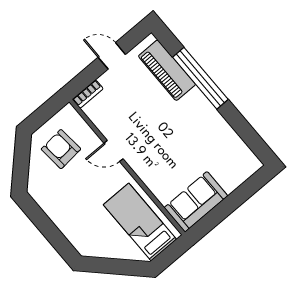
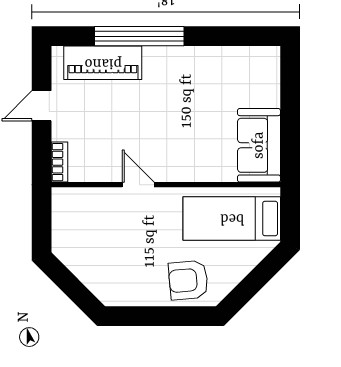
armchair: (61, 149) -> (188, 280), moved
door: (113, 151) -> (138, 185), swing flipped

